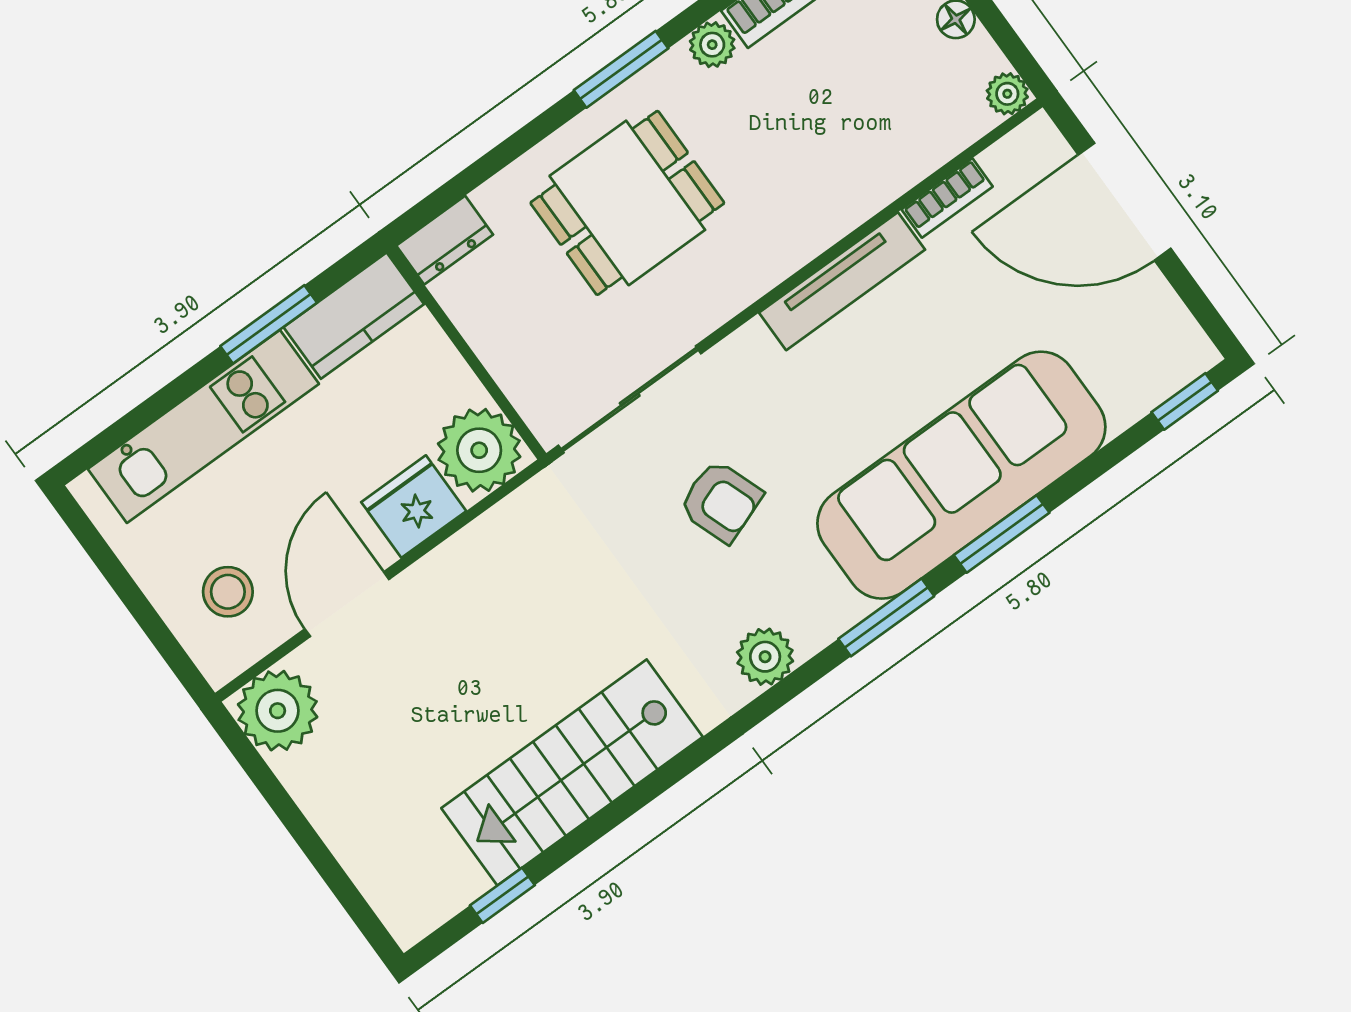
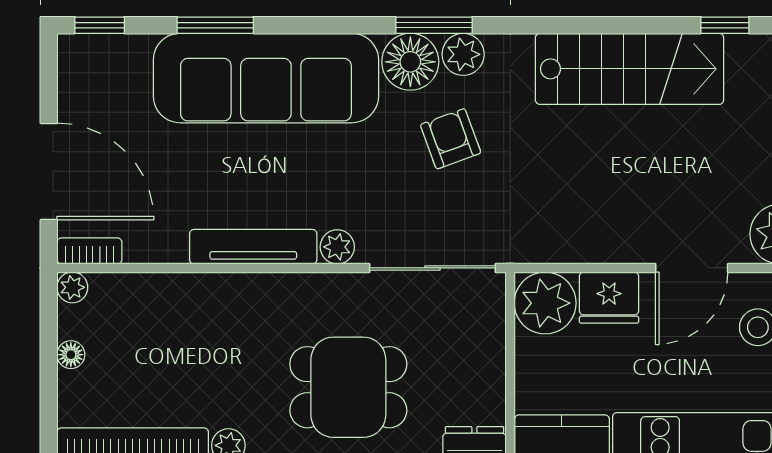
bookcase: (947, 198) -> (89, 251), moved
plant: (750, 347) -> (337, 247), added
armchair: (721, 501) -> (451, 139), moved
window: (1002, 534) -> (215, 25), moved
floor lamp: (817, 607) -> (410, 62), added
window: (886, 617) -> (434, 25), moved

